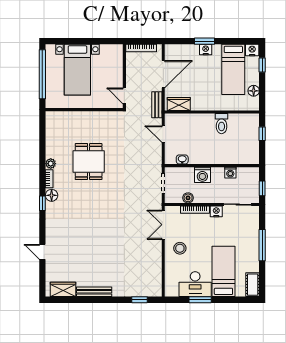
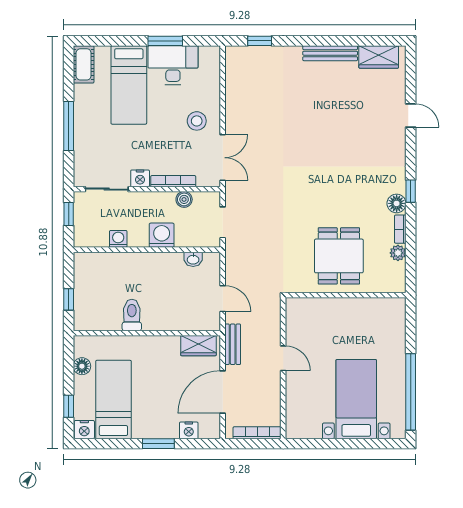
nightstand: (206, 50) -> (189, 430), moved
wall: (84, 110) -> (346, 295), moved

